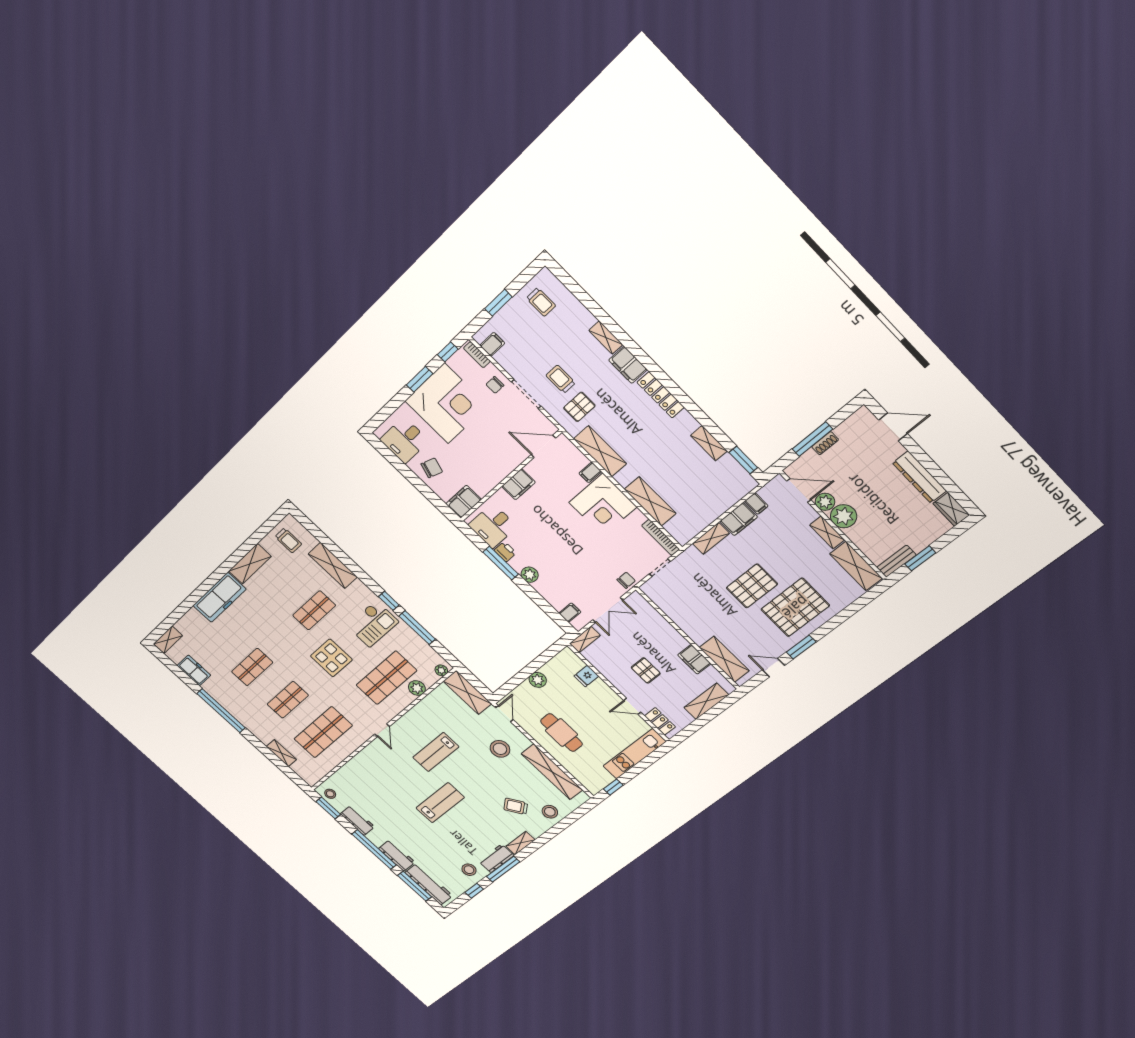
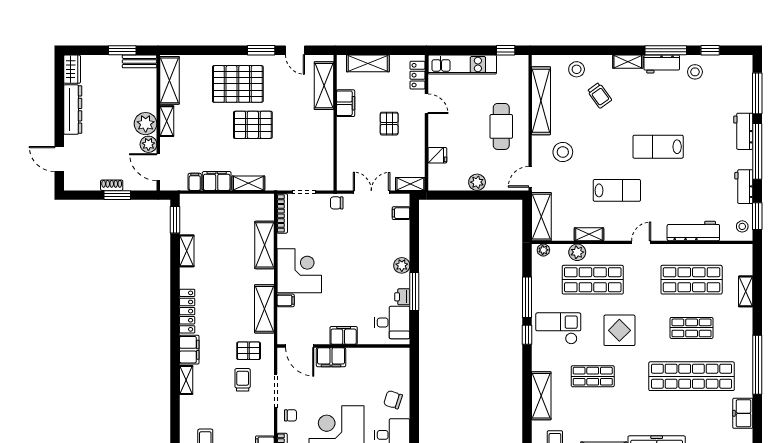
trolley: (561, 379) -> (243, 380), turned 180
window: (812, 439) -> (117, 195), width x0.69
filing cabinet: (464, 502) -> (331, 357), moved
shop shelf: (252, 667) -> (692, 376), width x2.00, depth x1.36
shelving: (422, 707) -> (589, 234), added
workbench: (429, 884) -> (693, 231), moved, turned 90

